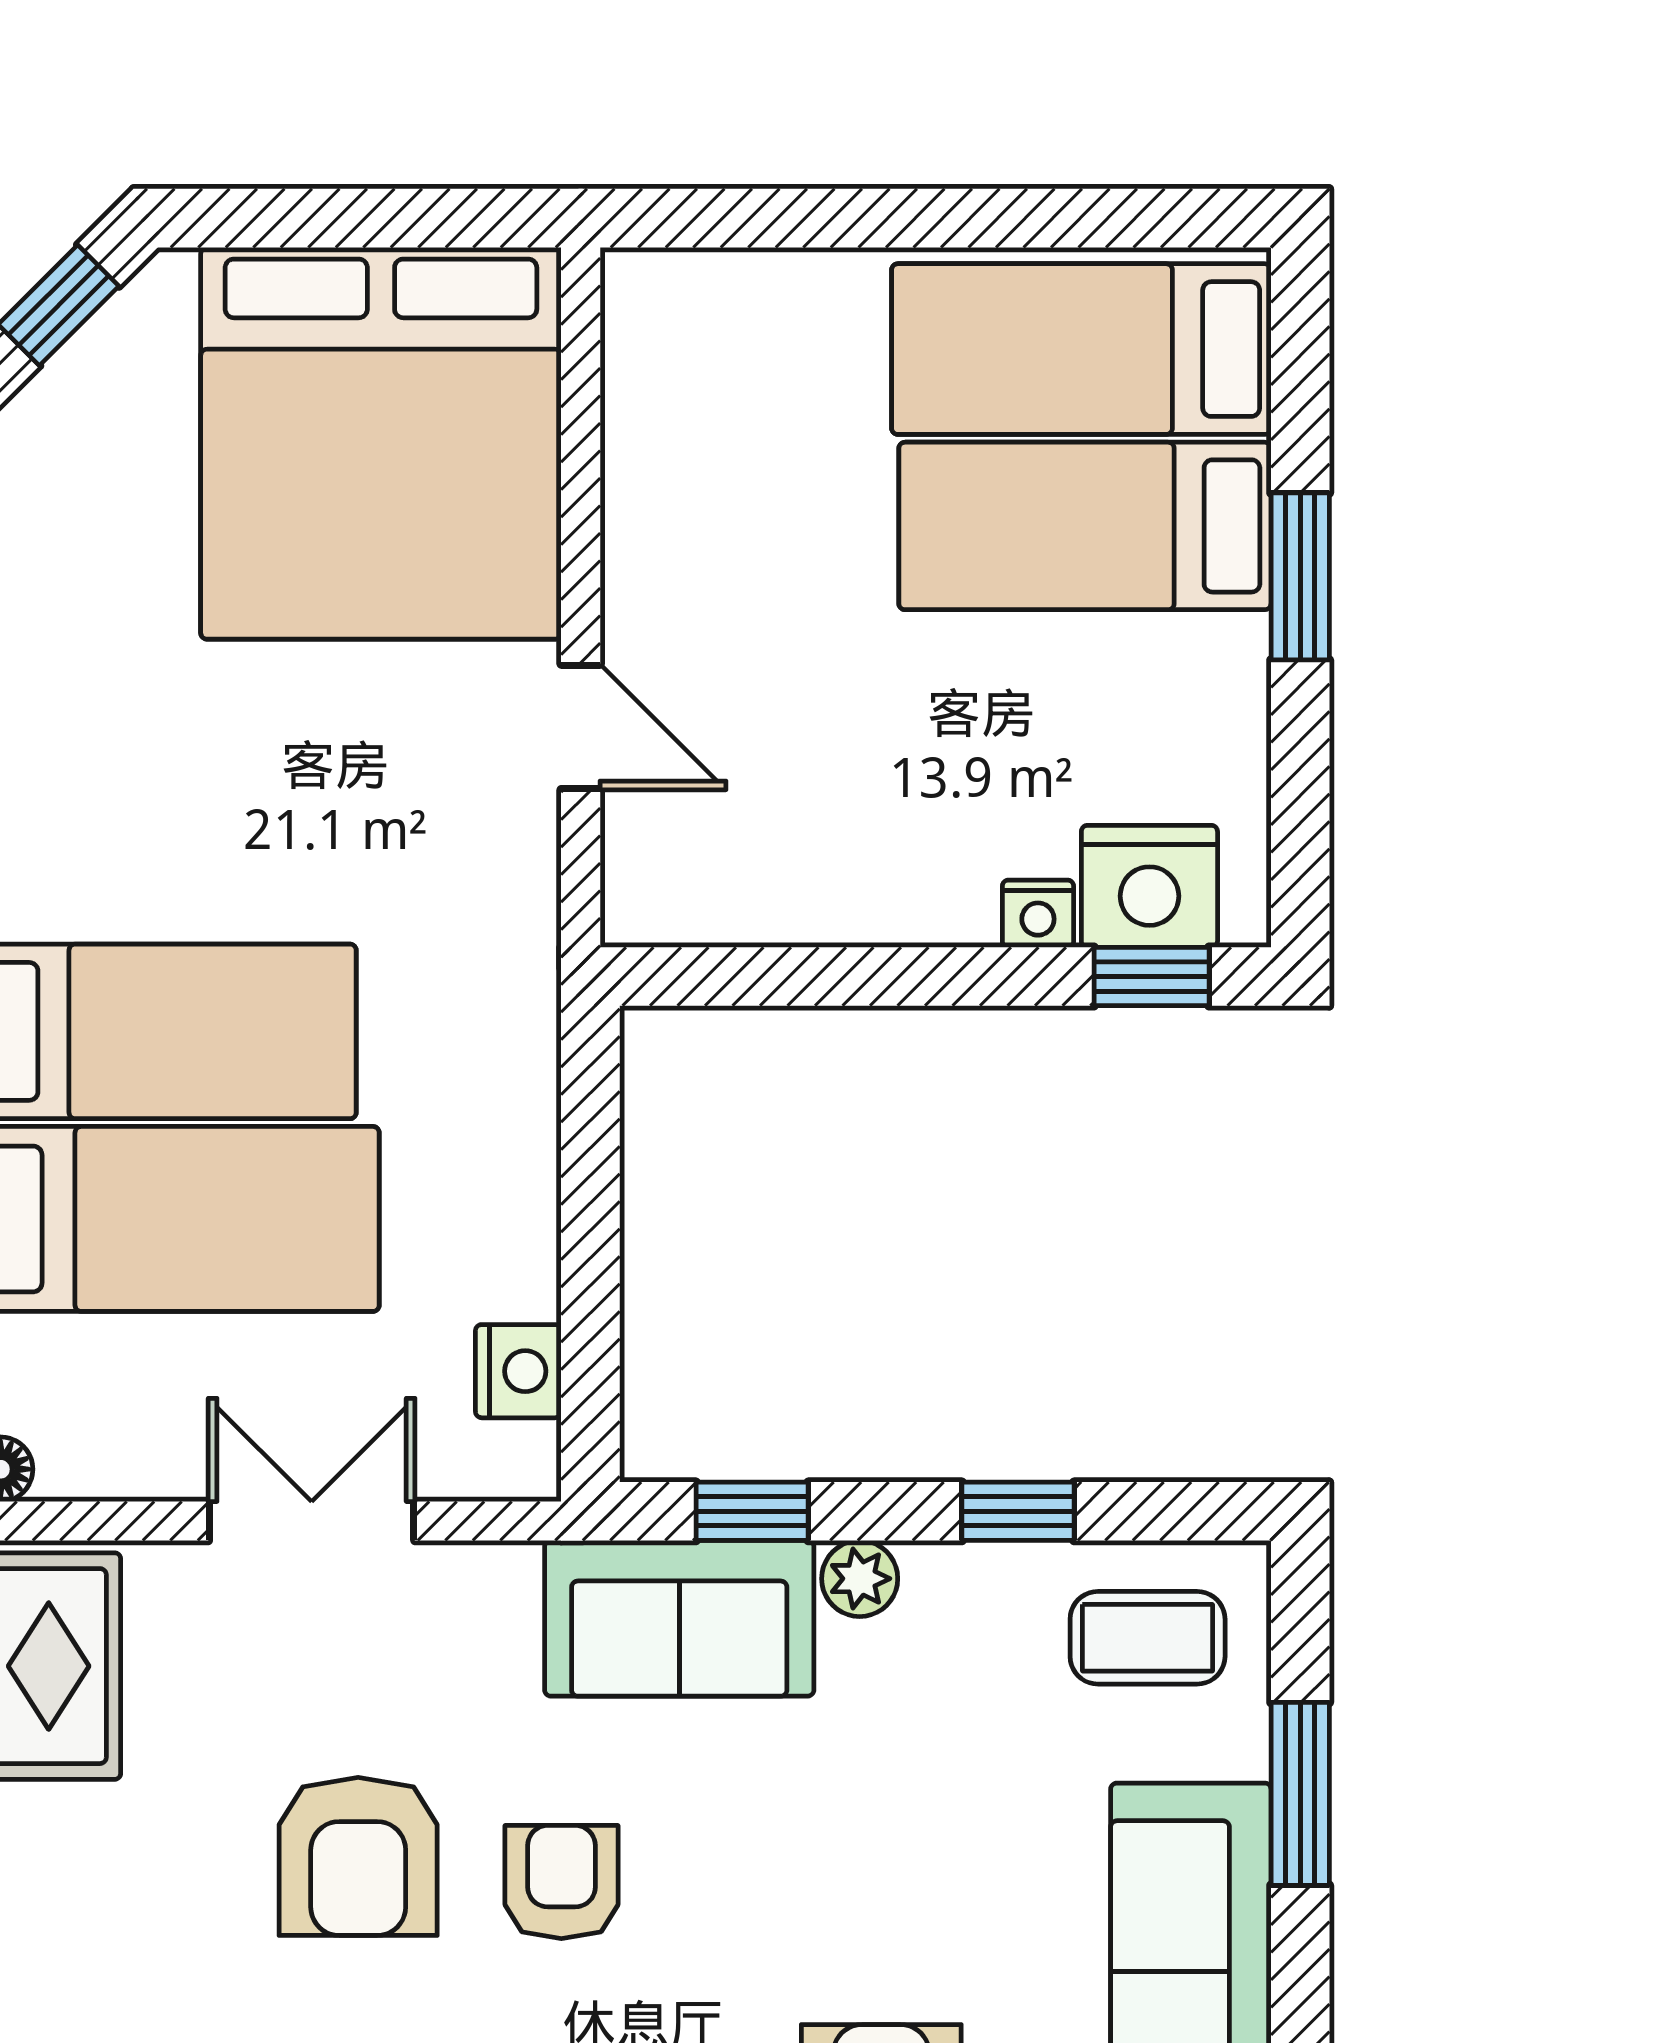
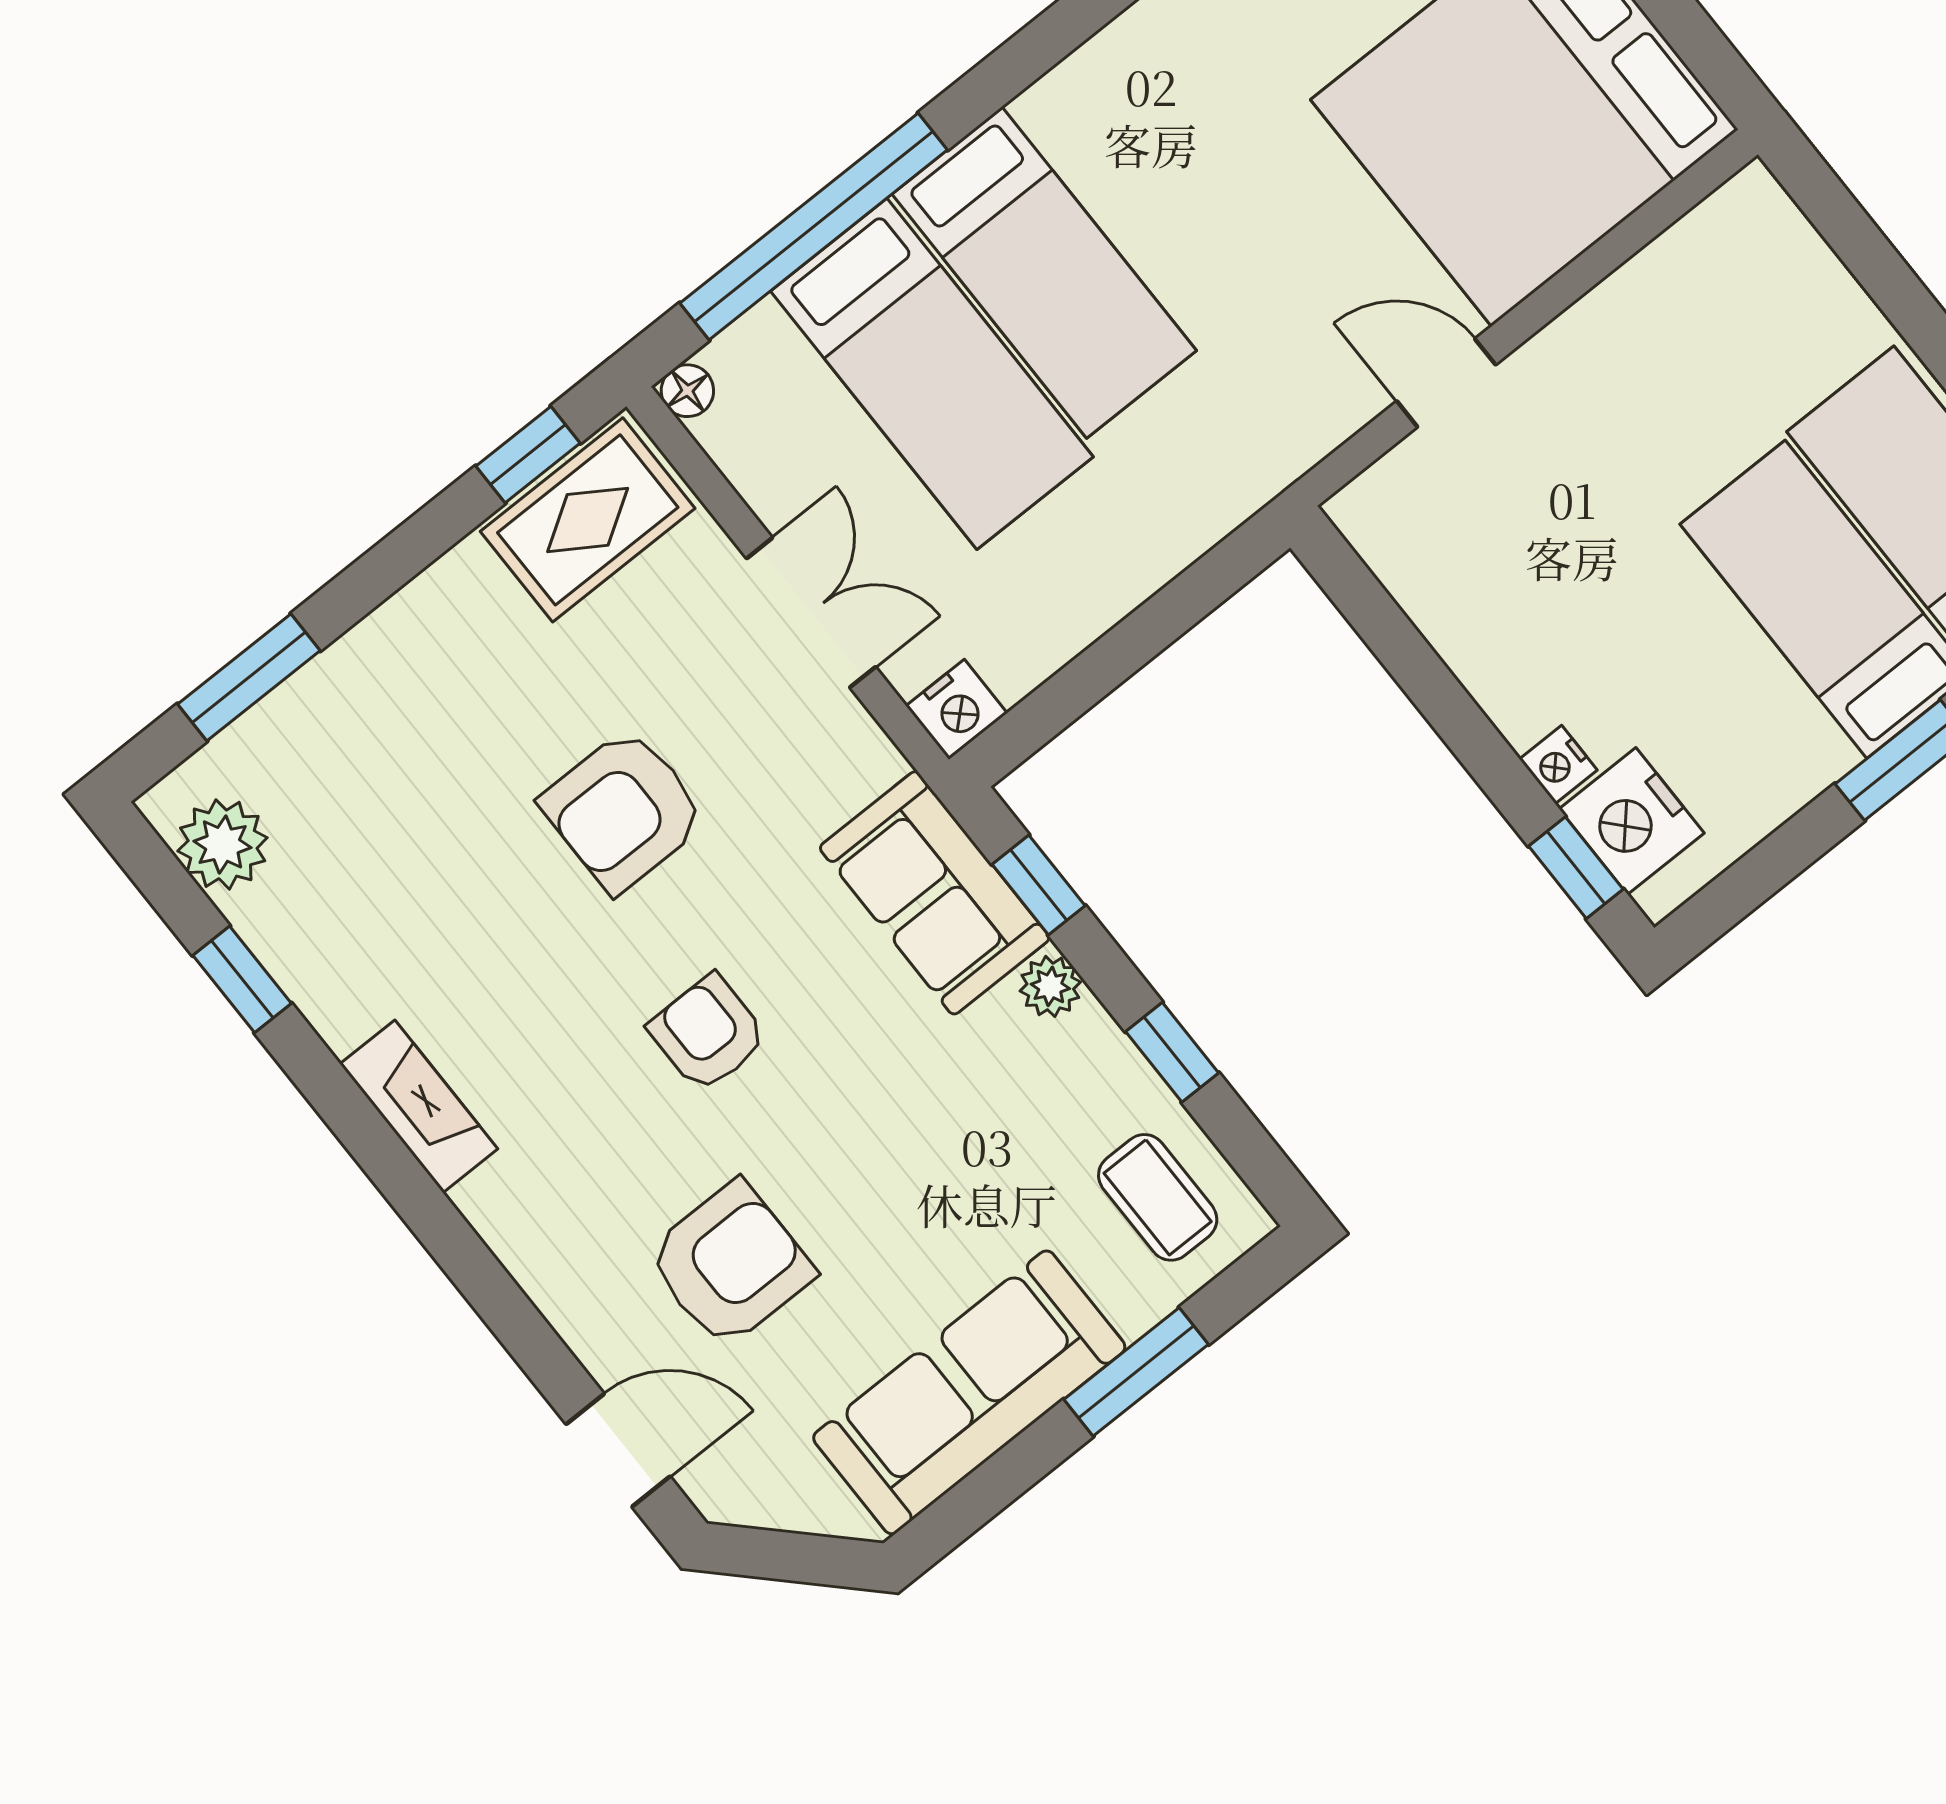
door: (581, 727) -> (1446, 383), swing flipped
nightstand: (518, 1371) -> (957, 709), moved
armchair: (561, 1882) -> (708, 1033), moved, turned -90

